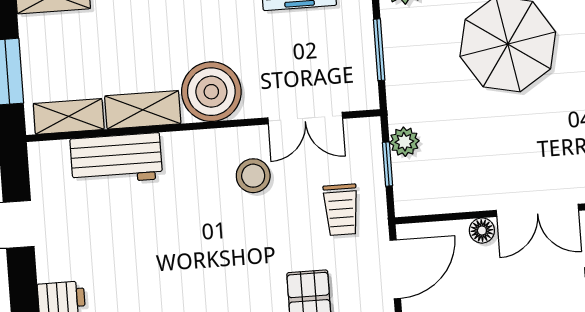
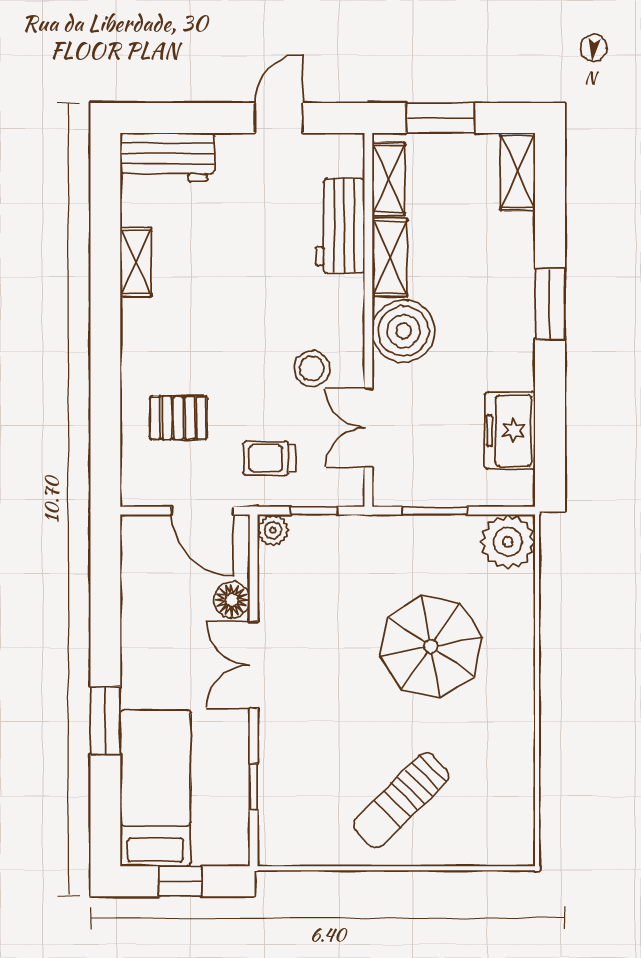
plant: (404, 142) -> (273, 530), moved
floor lamp: (482, 231) -> (232, 600), width x1.37, depth x1.37

